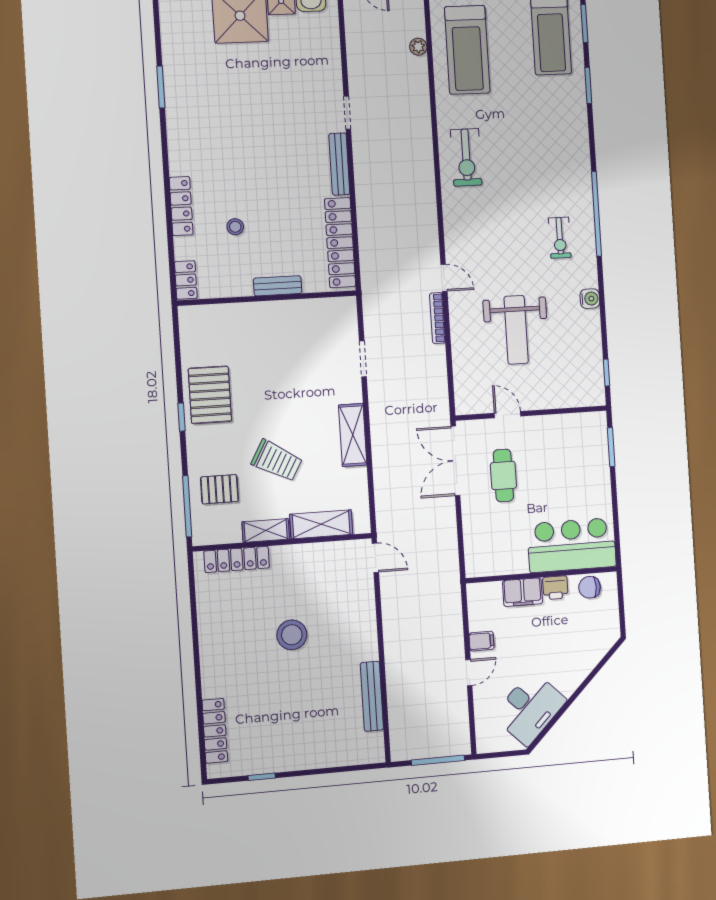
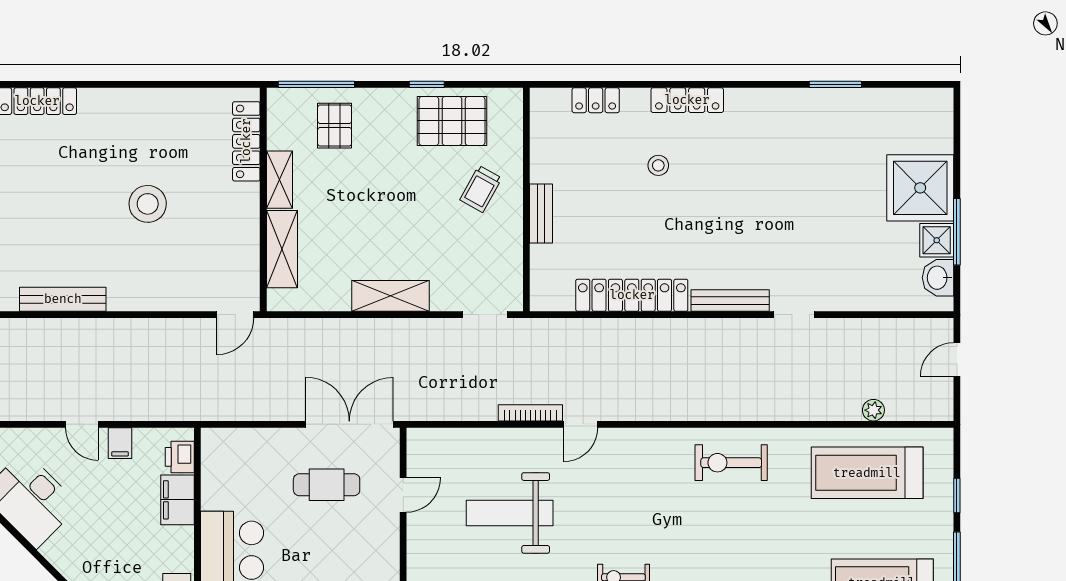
bench: (278, 286) -> (541, 213), moved
wall: (267, 298) -> (526, 200), moved
trolley: (277, 461) -> (481, 189), moved, width x0.73, depth x0.72
printer: (555, 588) -> (180, 457), moved

